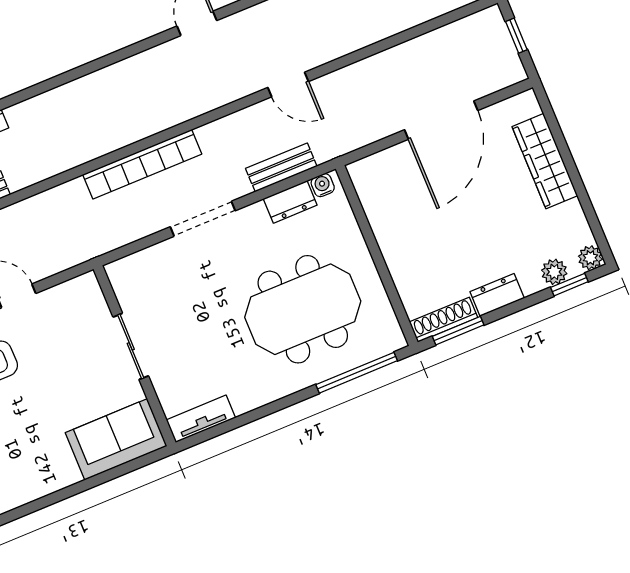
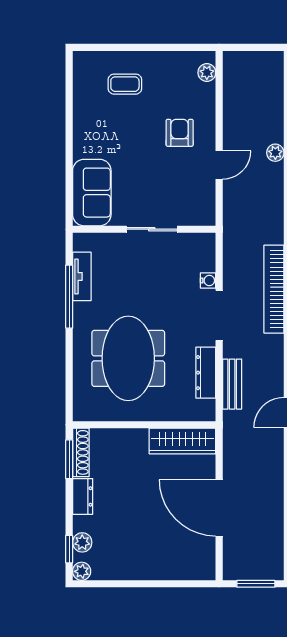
window: (516, 36) -> (256, 584), width x1.50
wardrobe: (545, 161) -> (182, 441), moved, turned 180
water cooler: (323, 185) -> (208, 280), moved
dresser: (290, 202) -> (206, 373), width x1.44
window: (357, 373) -> (69, 297), moved
tv unit: (201, 419) -> (82, 276), moved

